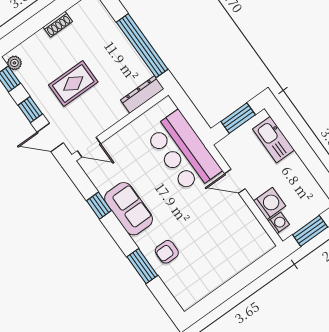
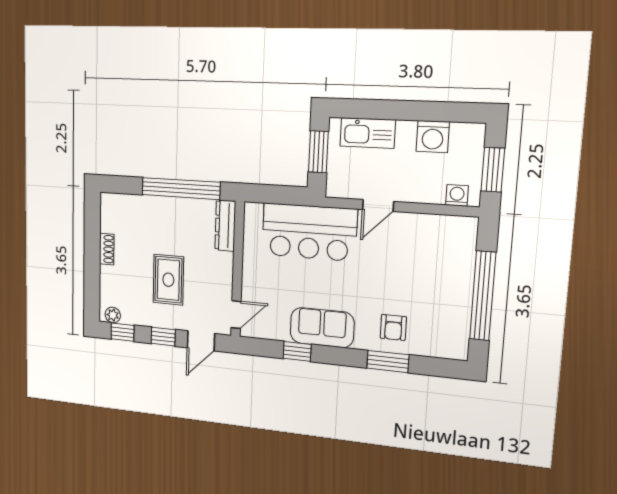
washing machine: (270, 204) -> (433, 137), moved, turned 180
window: (231, 287) -> (483, 296), added

